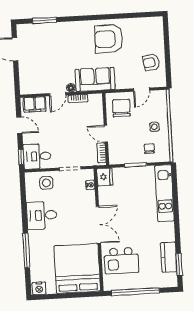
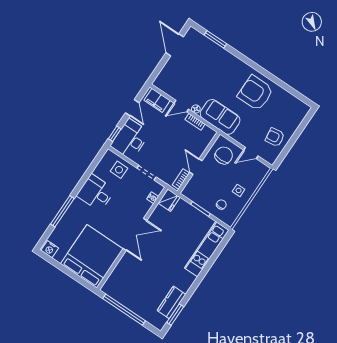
desk: (37, 156) -> (130, 139), width x1.37
kitchen island: (121, 261) -> (132, 277), removed

